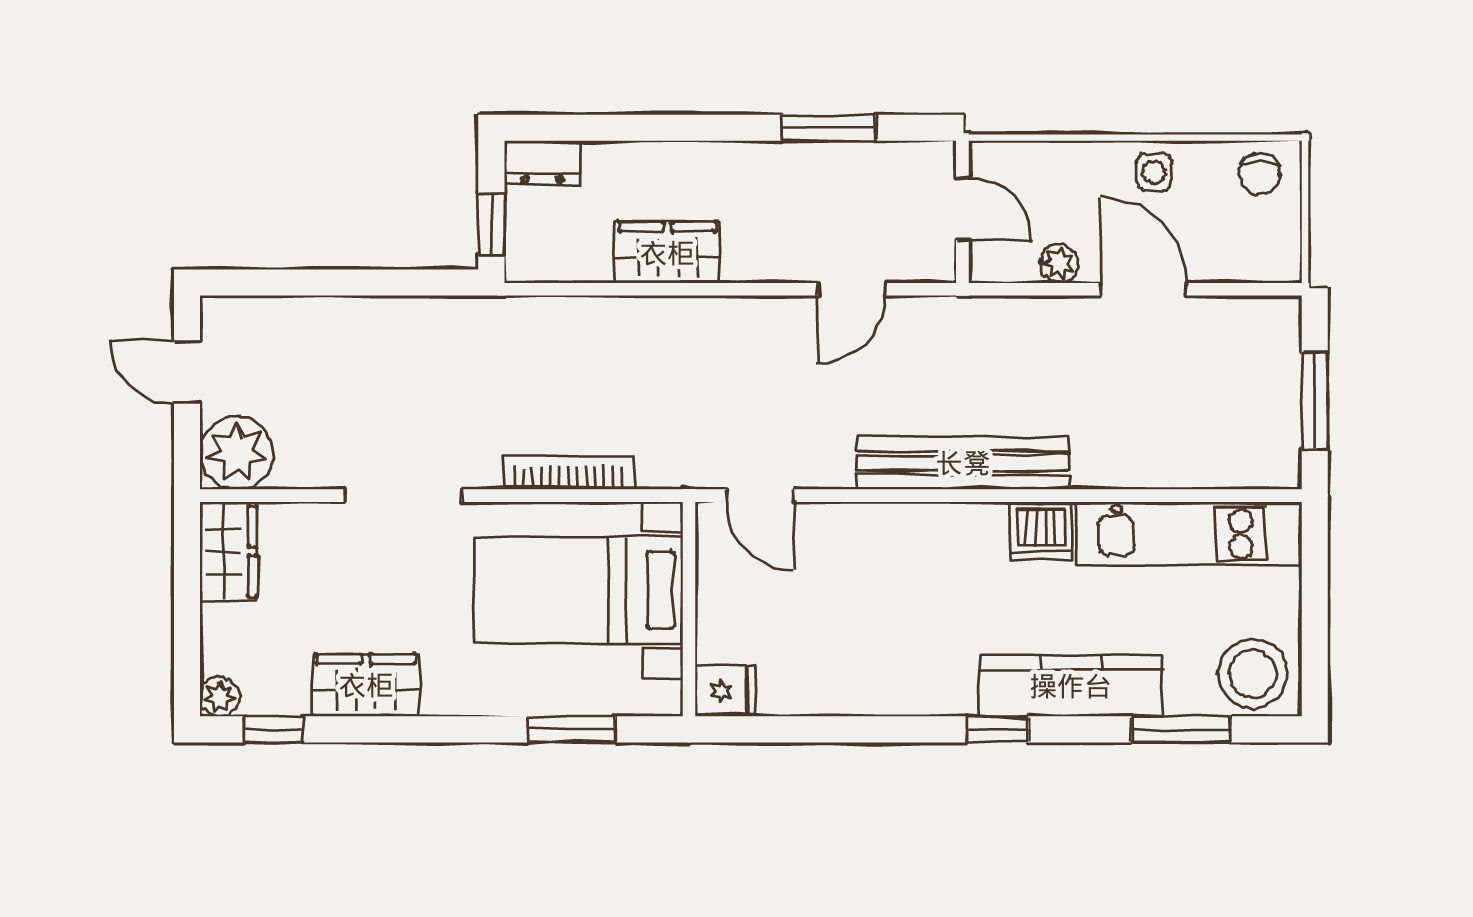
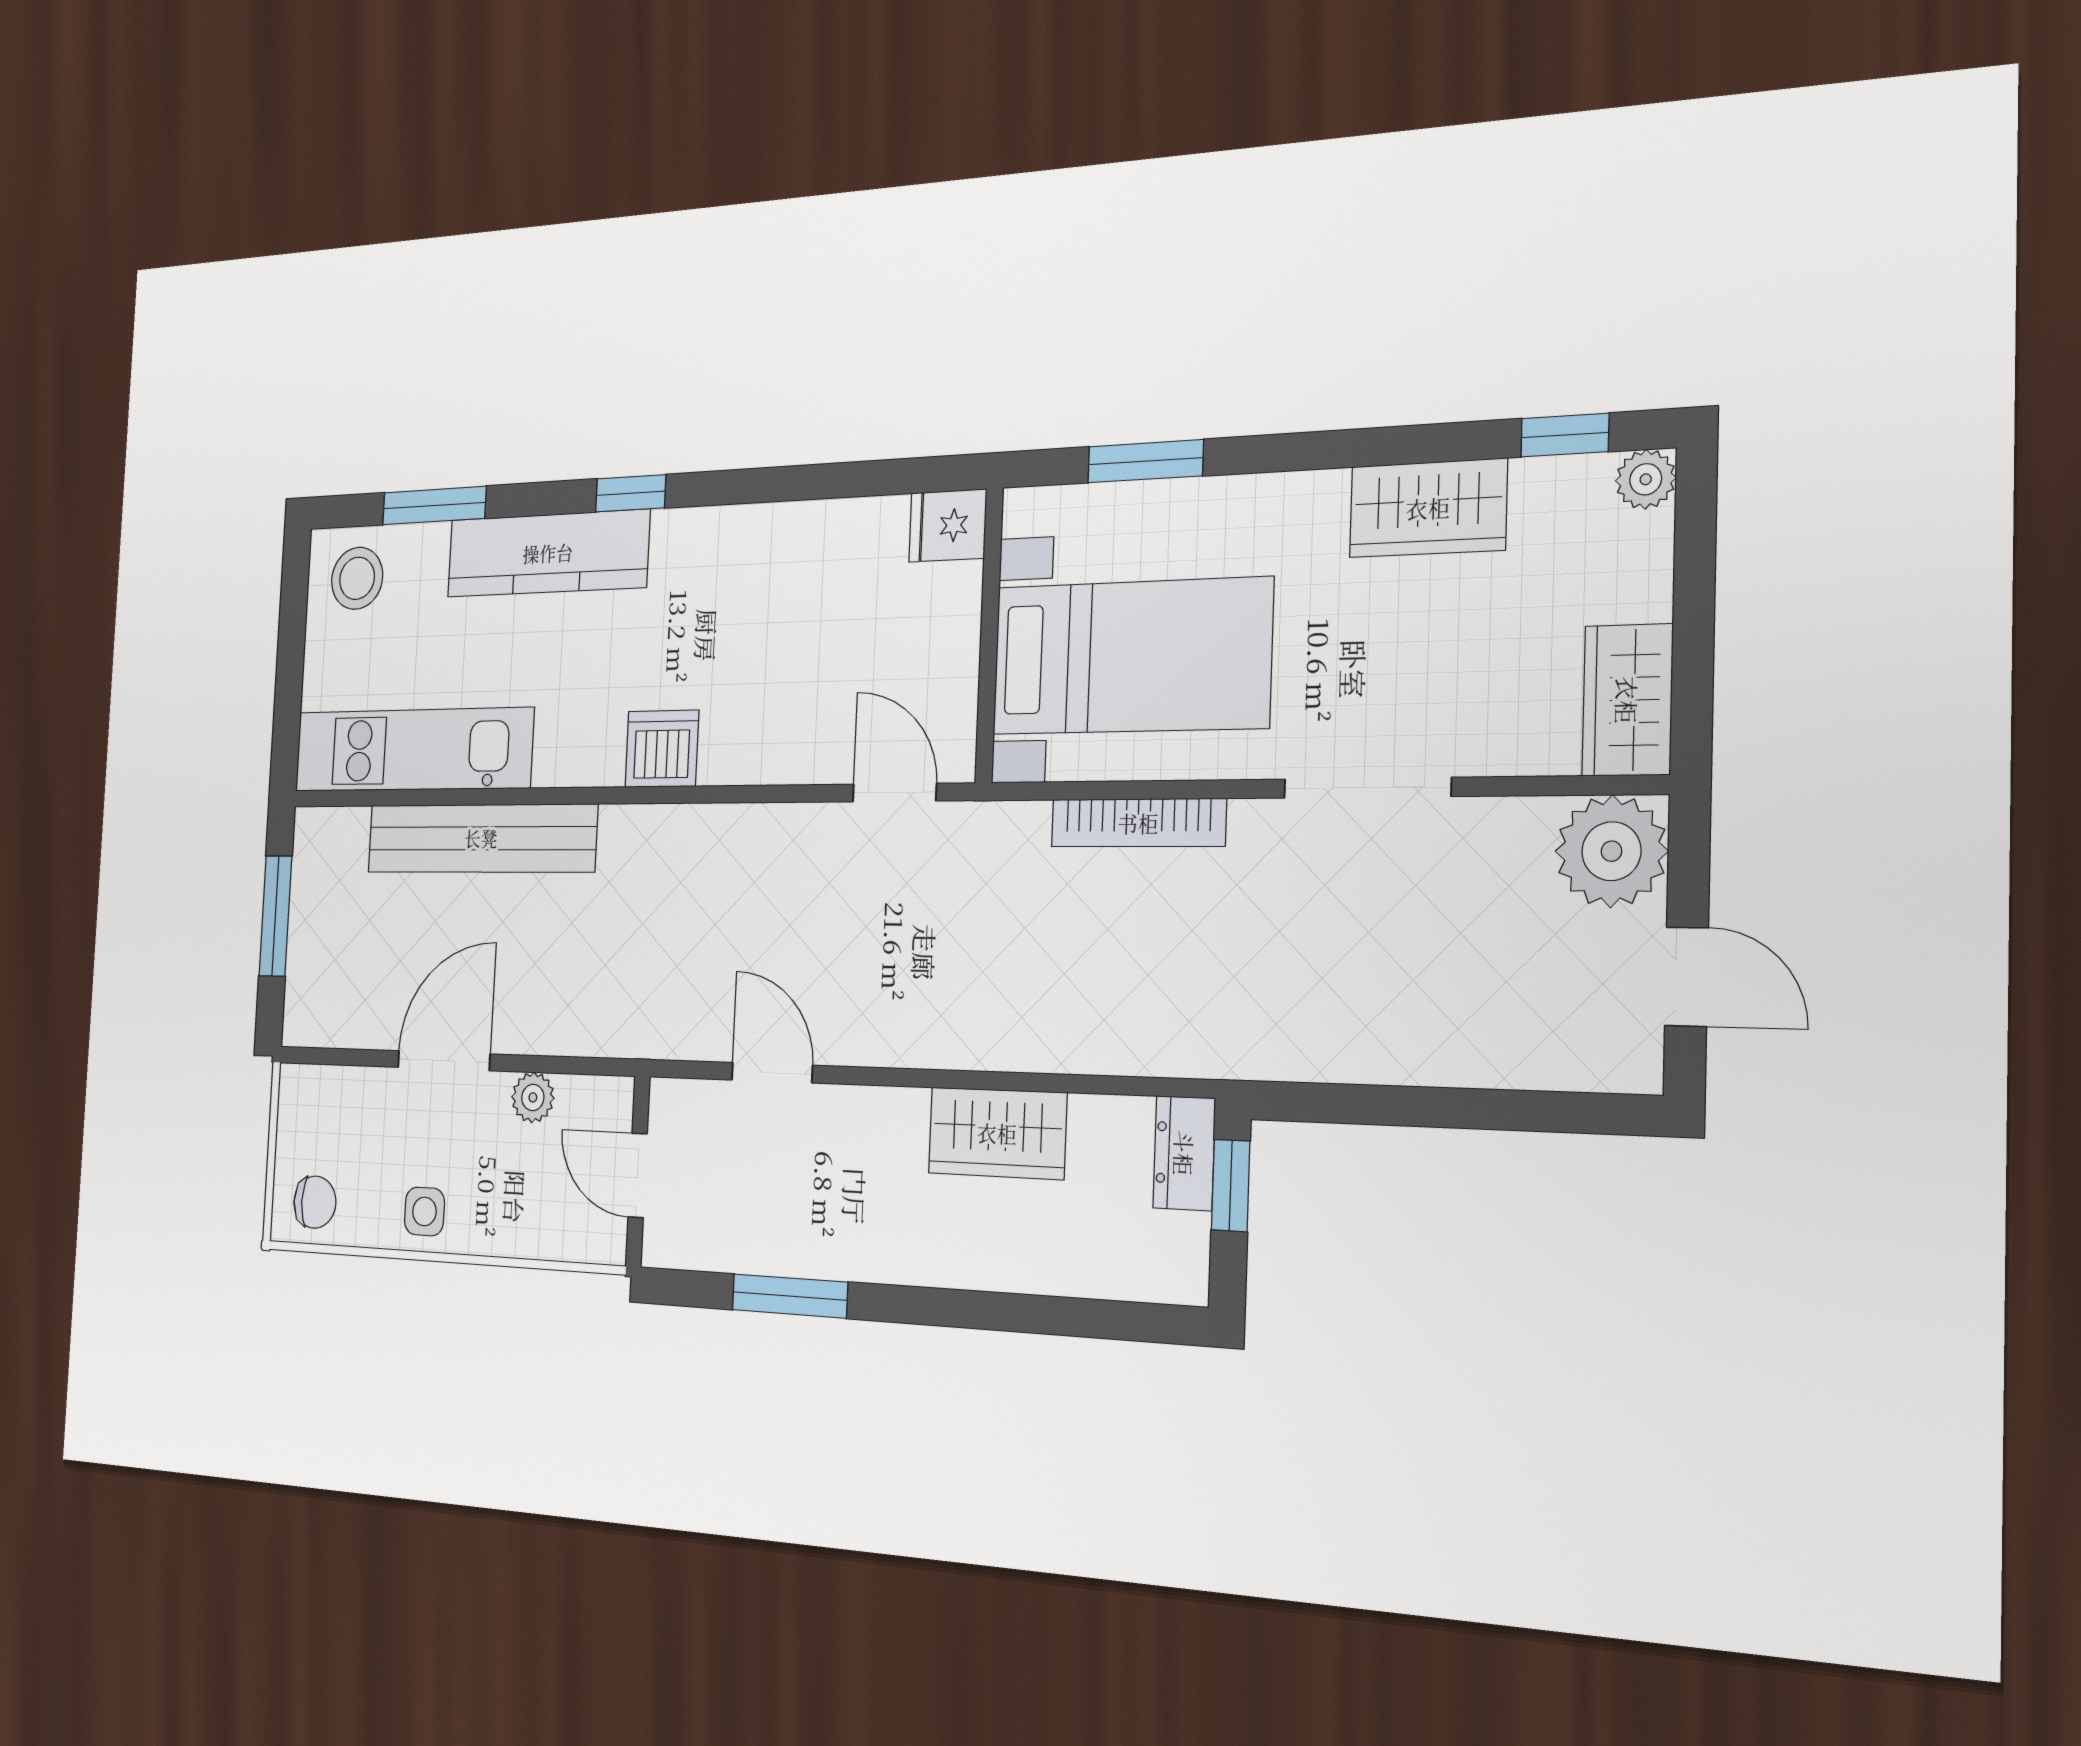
dresser: (543, 162) -> (1184, 1153), moved, turned -90
chair: (1259, 174) -> (315, 1202), turned 90
door: (851, 289) -> (772, 1073), hinge flipped
door: (1143, 289) -> (444, 1061), swing flipped
bench: (963, 463) -> (481, 838), moved
dishwasher: (1041, 531) -> (662, 749), moved
stool: (1253, 674) -> (357, 578), width x0.73, depth x0.73

